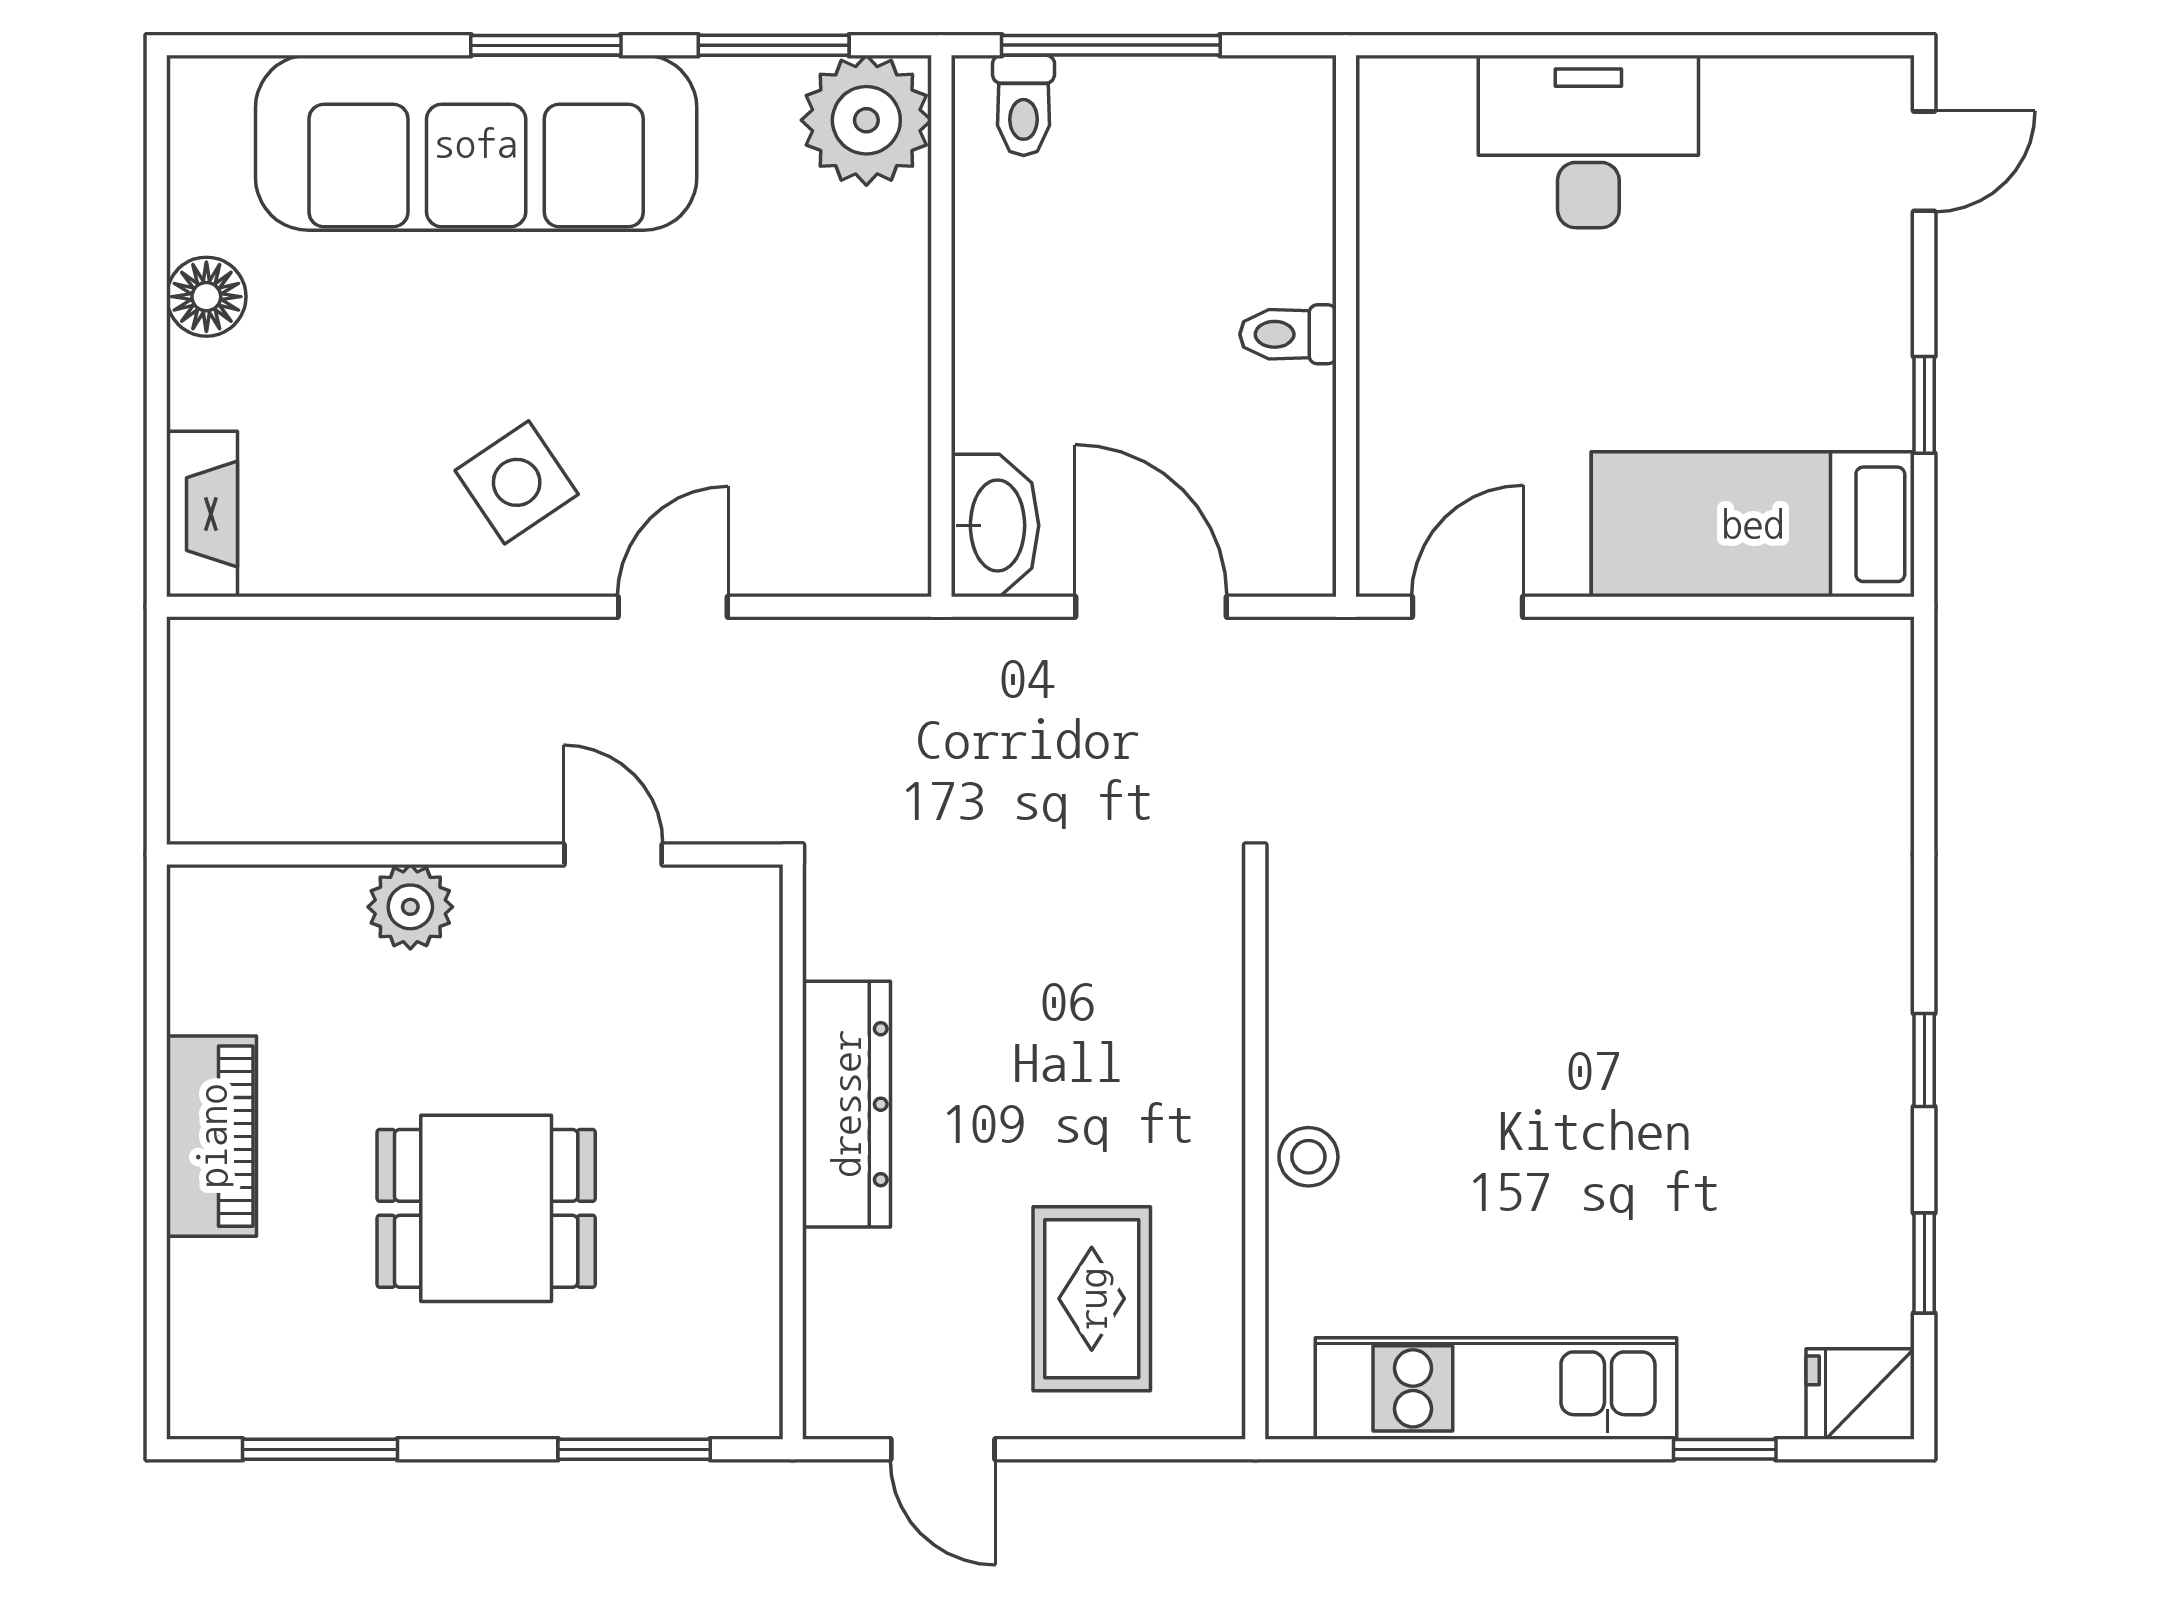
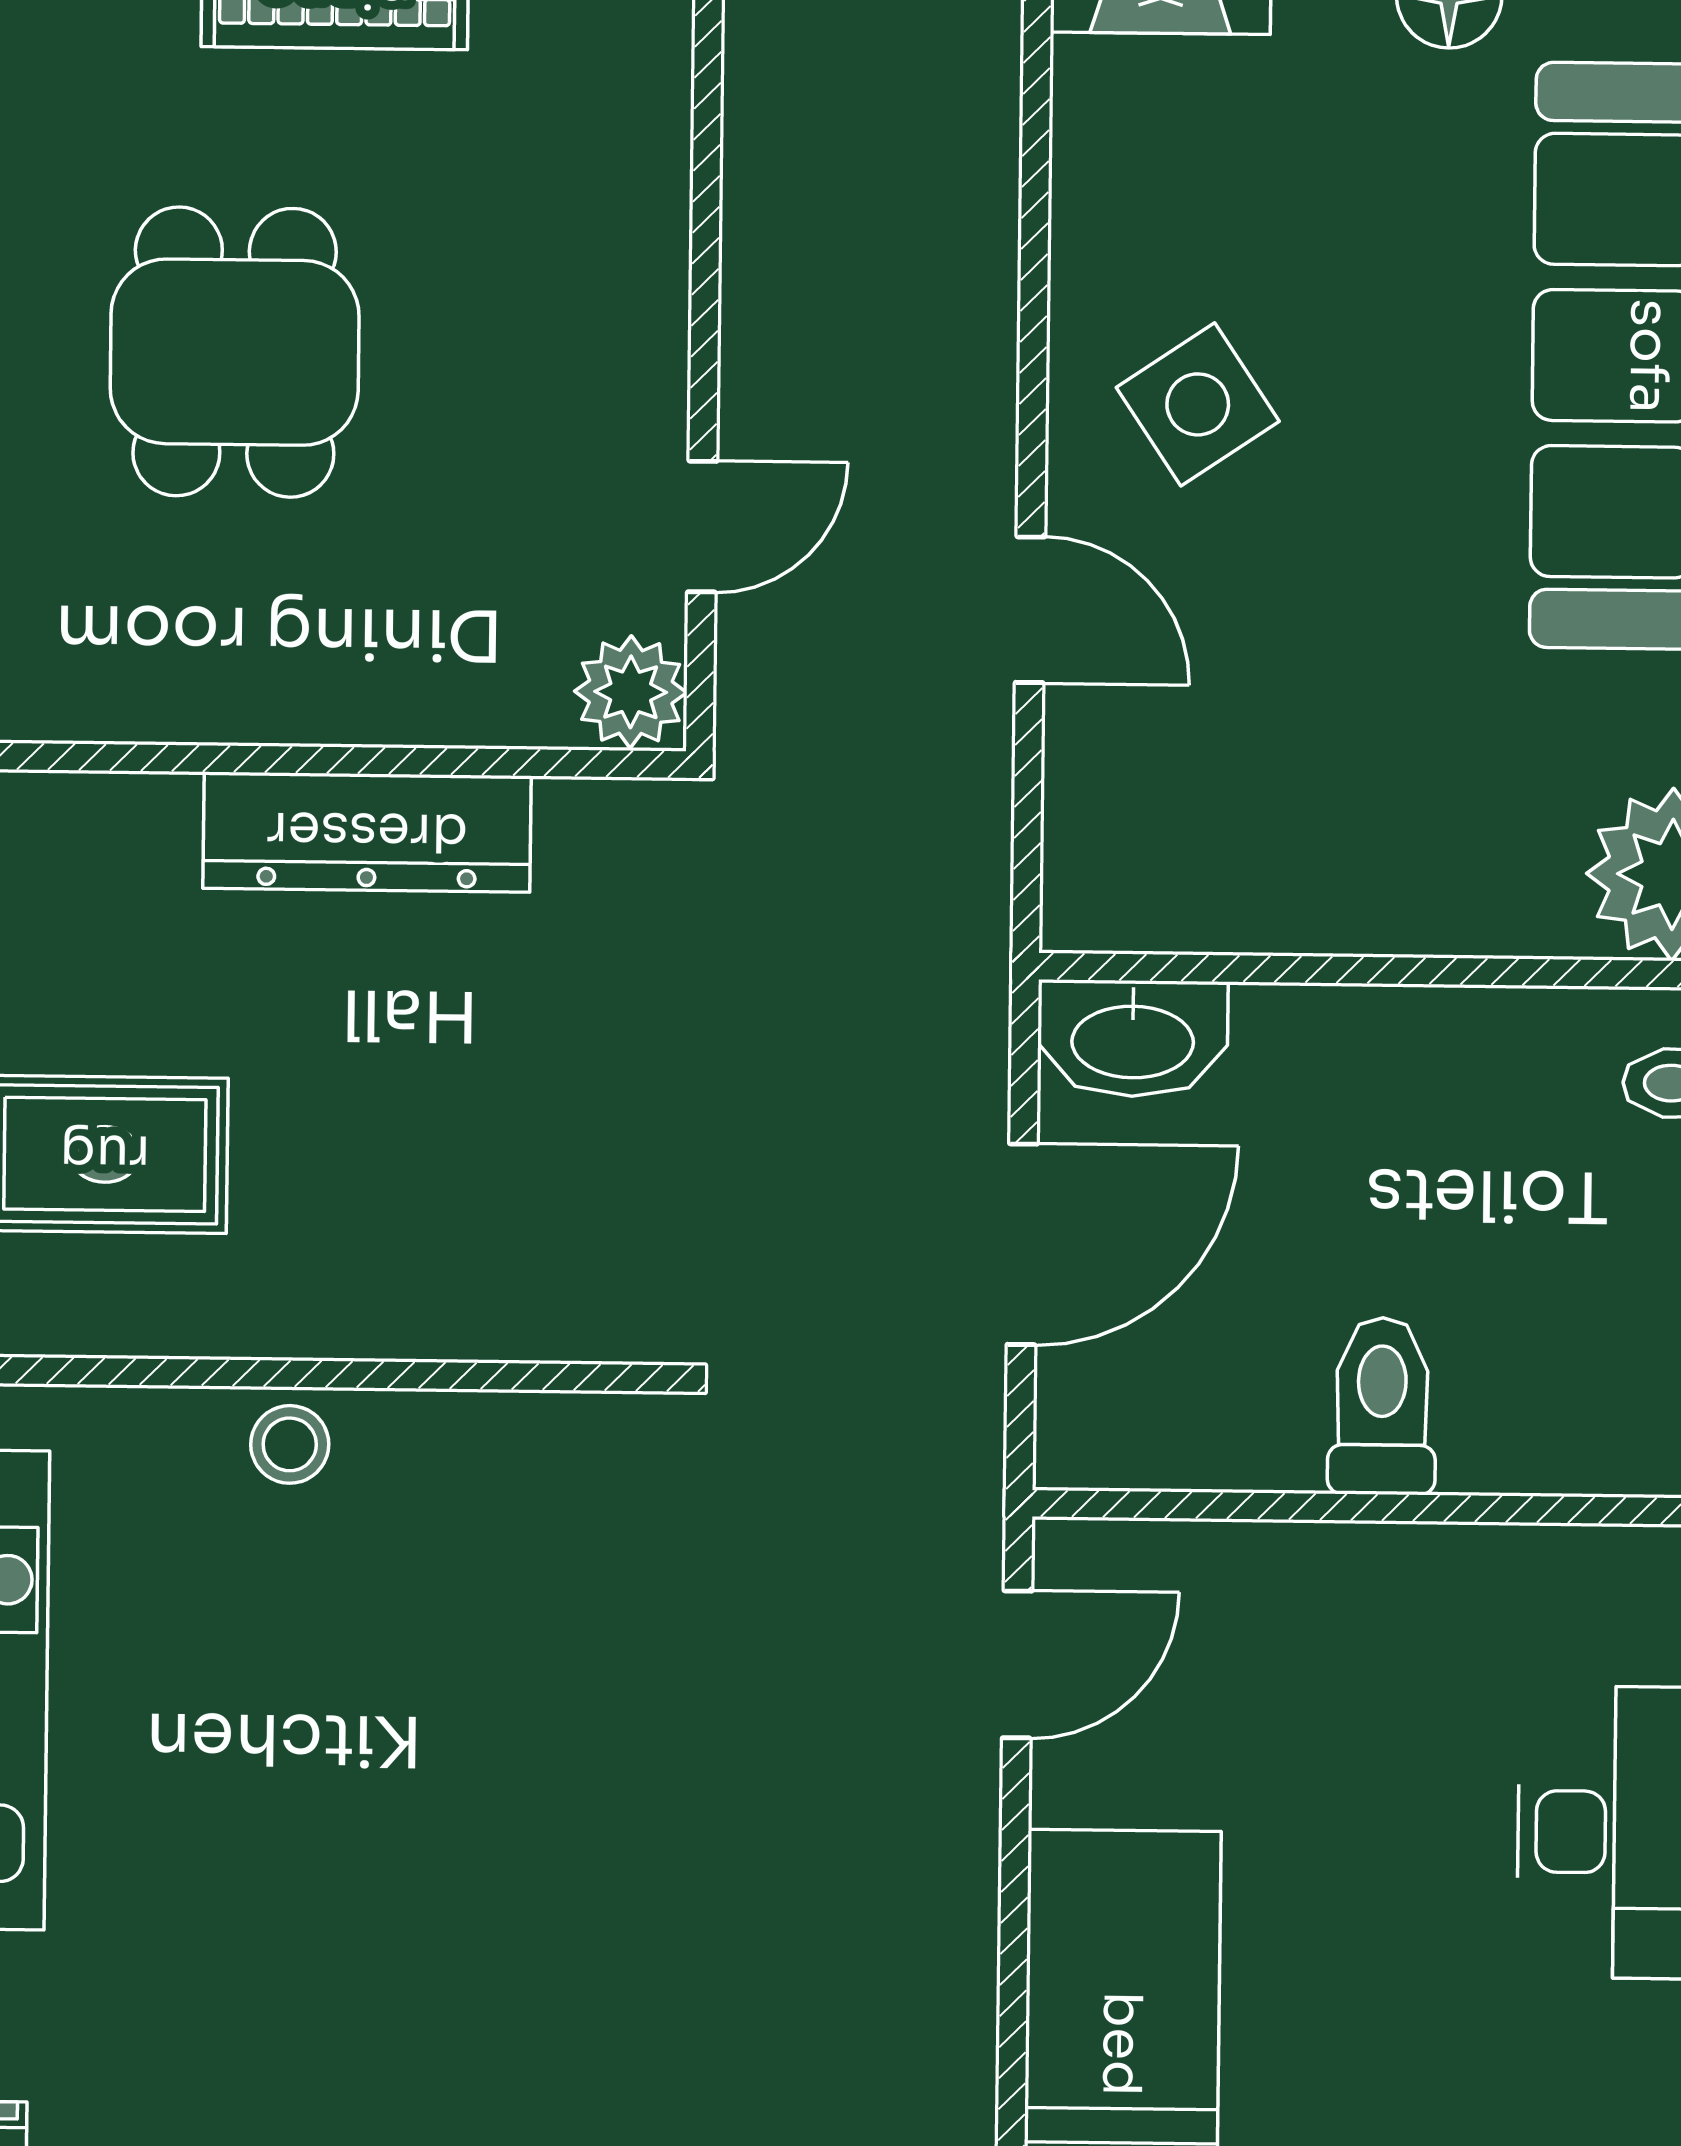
toilet: (1288, 334) -> (1382, 1406), width x1.37, depth x1.39
door: (1467, 607) -> (1017, 1664), hinge flipped
plant: (410, 907) -> (631, 692), moved

